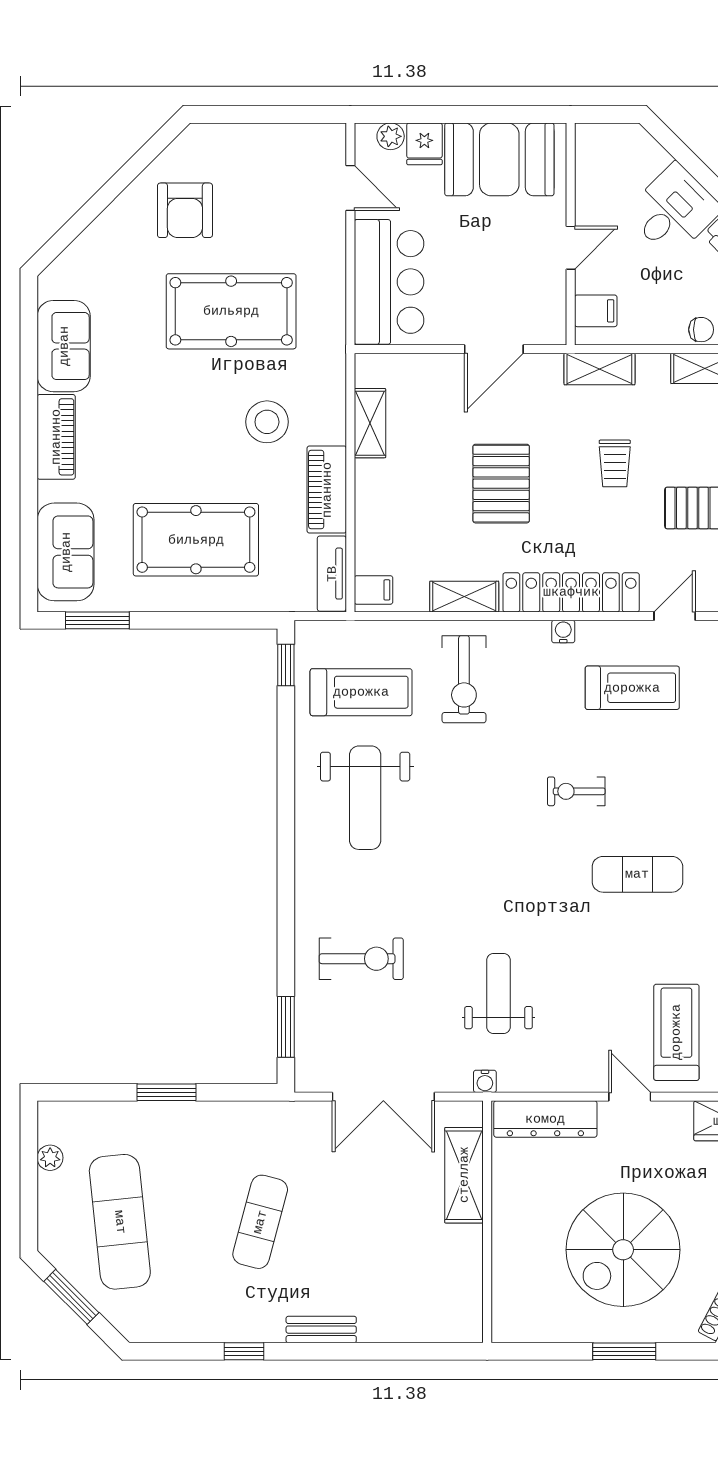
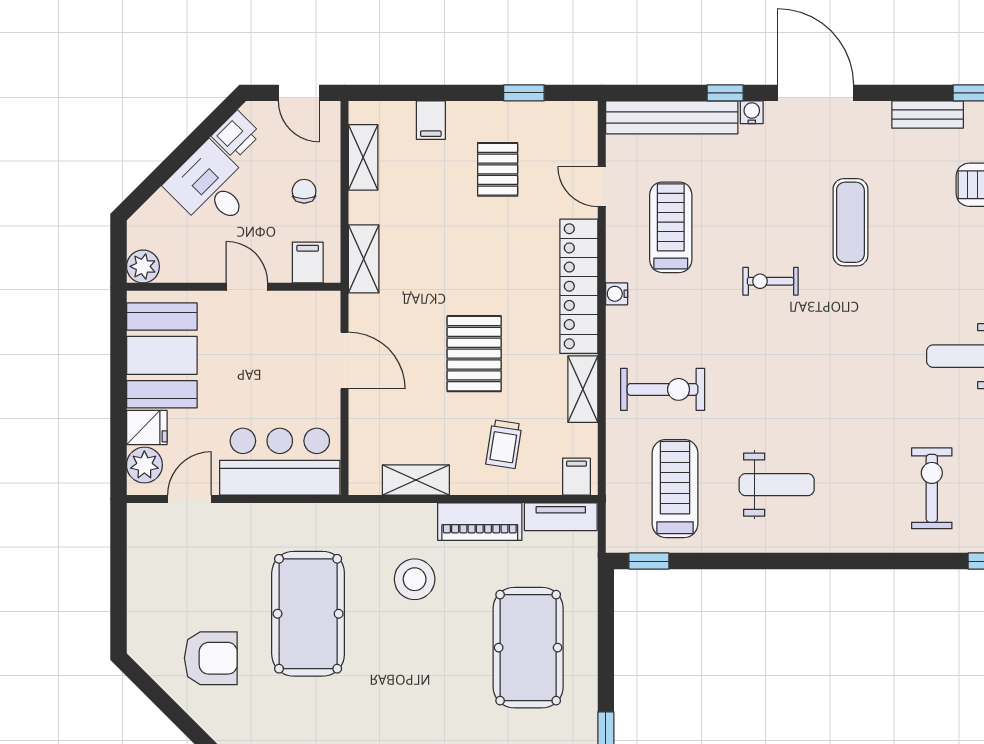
plant: (391, 136) -> (144, 465), width x1.38, depth x1.38
plant: (592, 140) -> (143, 266), added
chair: (701, 330) -> (304, 191), moved
trolley: (615, 463) -> (504, 444), moved, turned 99
pallet: (501, 484) -> (474, 354), turned 90
exercise bike: (576, 791) -> (770, 281), turned 90
weight bench: (365, 798) -> (777, 485), width x0.73, depth x0.75

